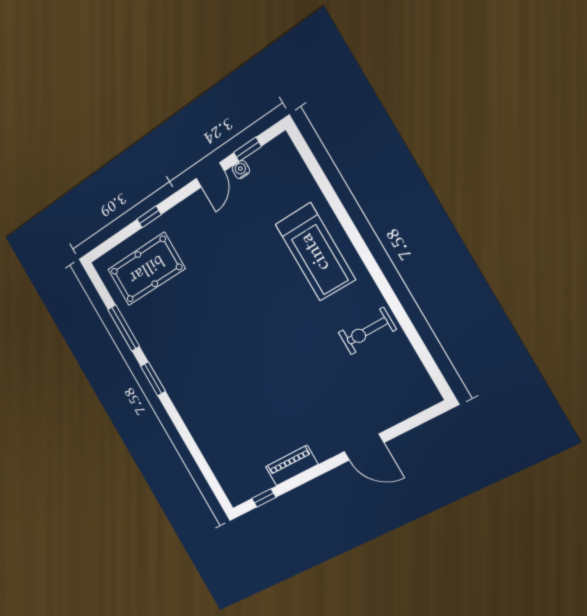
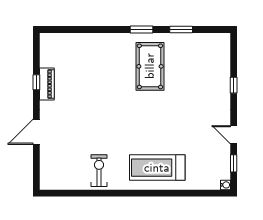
water cooler: (241, 170) -> (225, 185), moved
pool table: (146, 269) -> (150, 66), moved
window: (124, 328) -> (181, 30), width x0.69
window: (264, 498) -> (36, 82), moved

